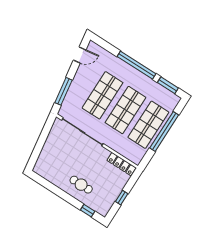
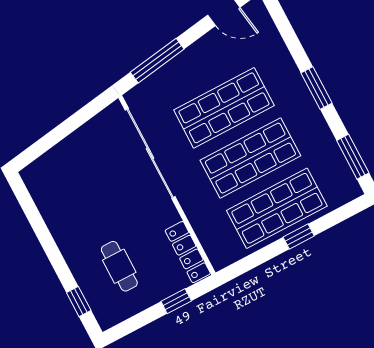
window: (137, 65) -> (317, 88), width x0.47
window: (164, 131) -> (299, 237), width x0.32
cafe table: (81, 185) -> (119, 266), moved
window: (122, 198) -> (176, 301), moved

